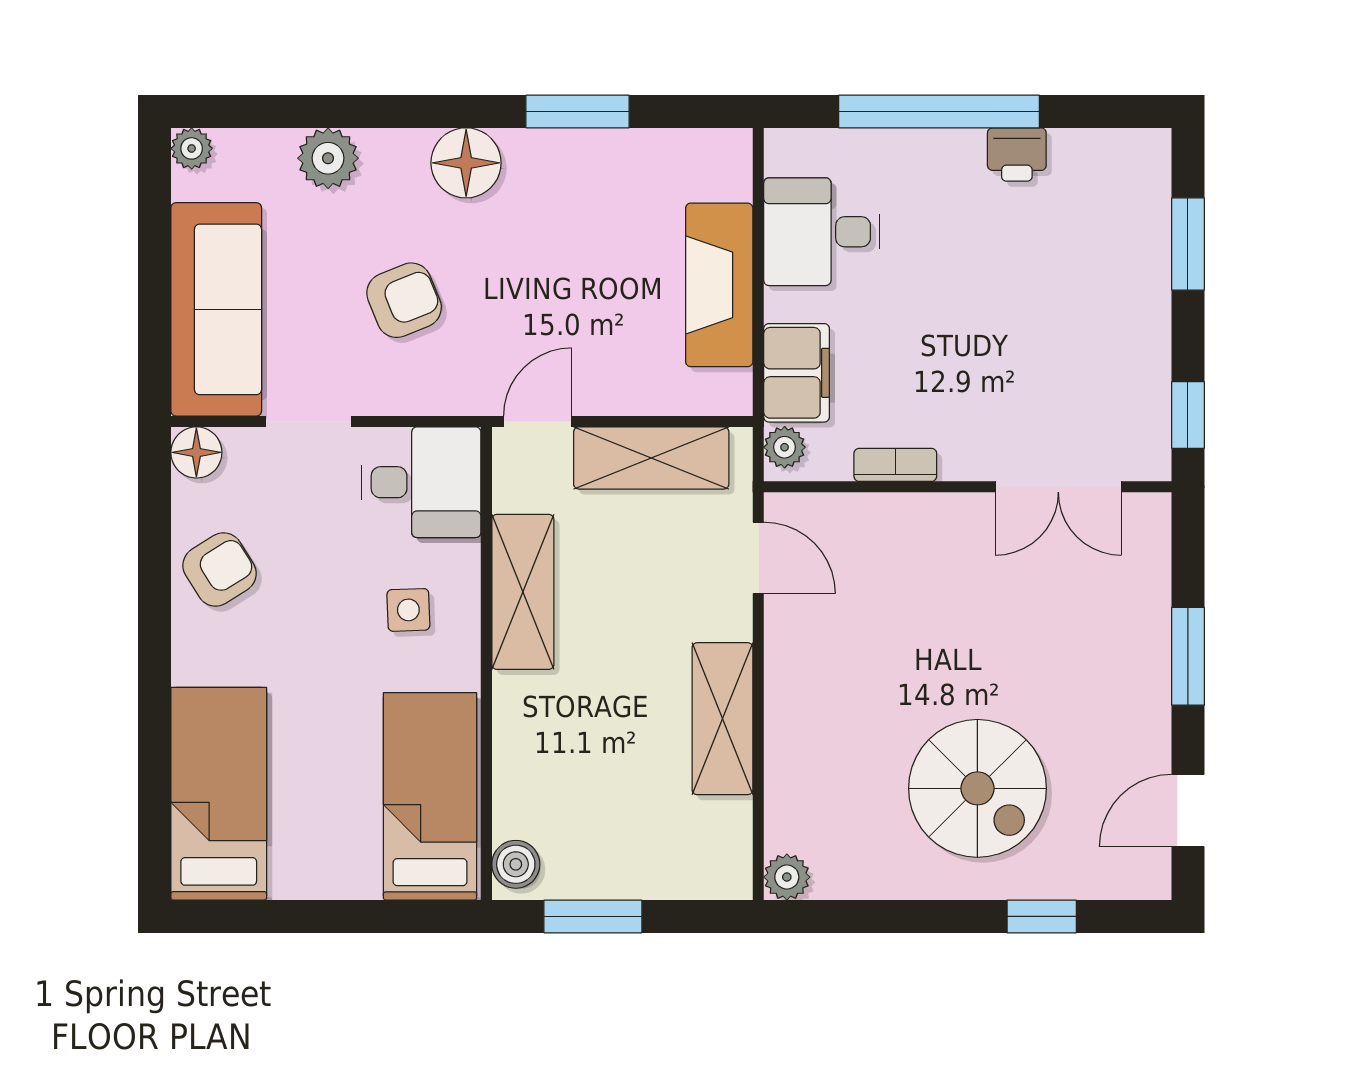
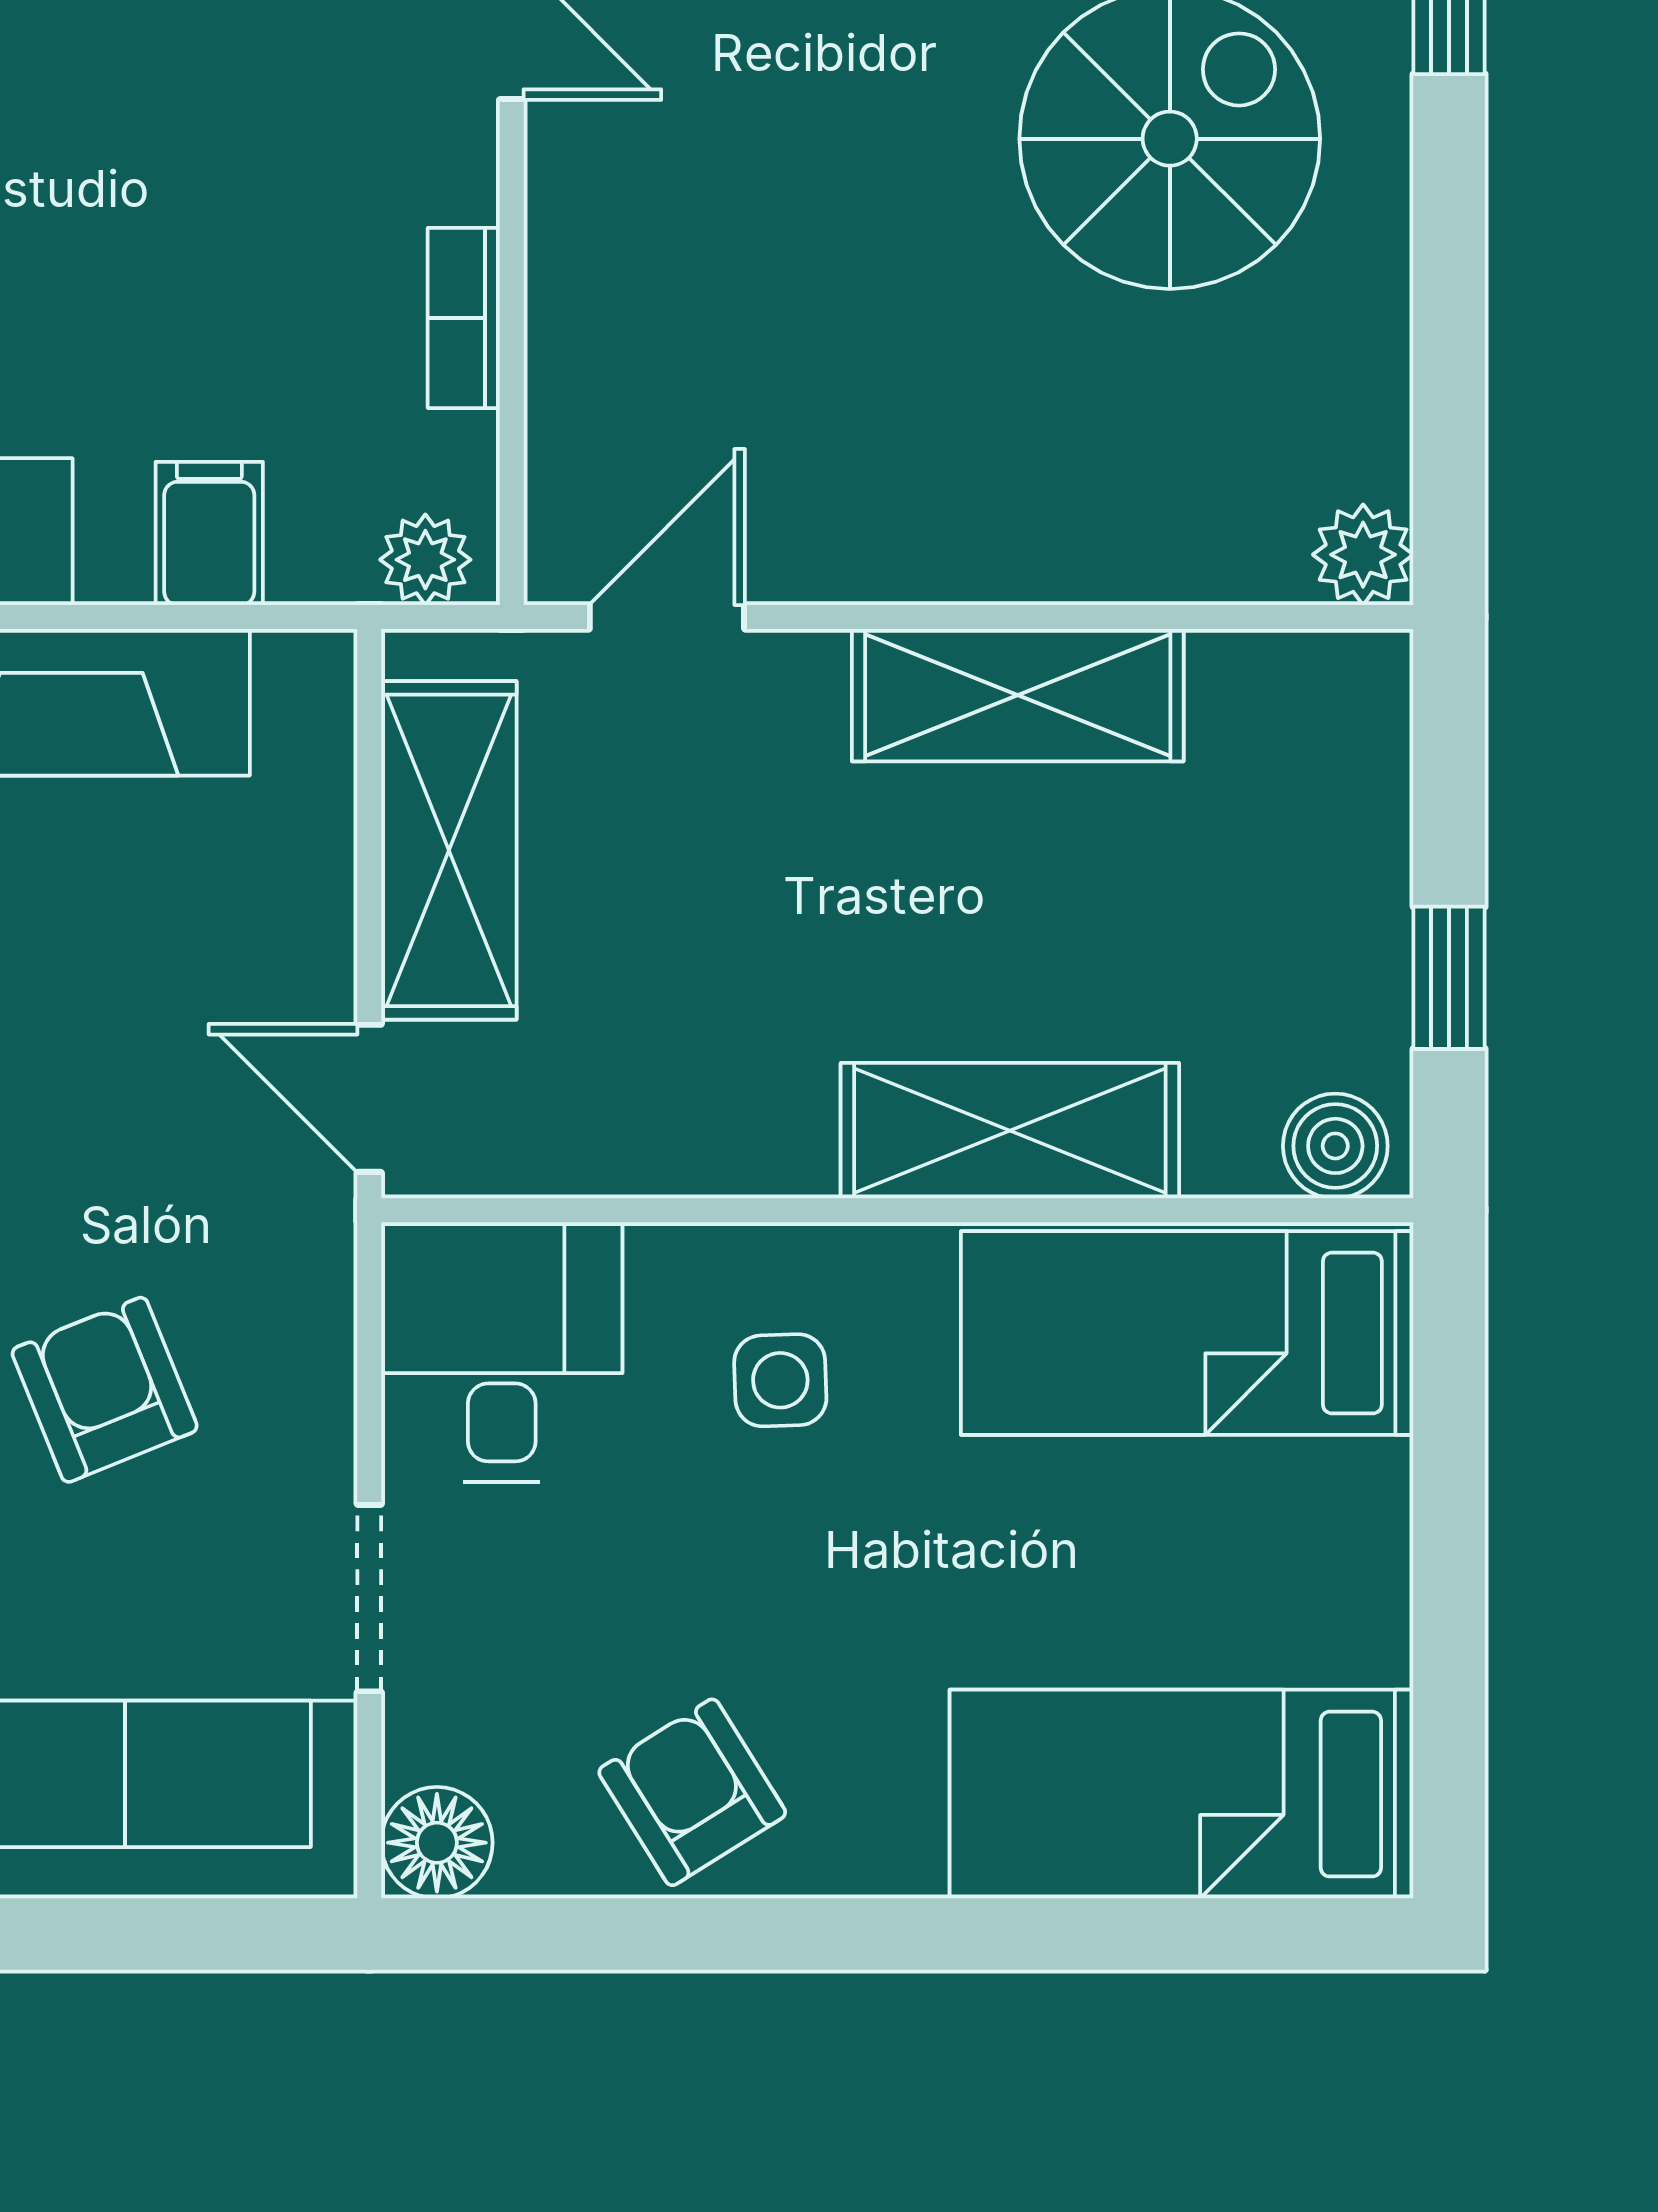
filing cabinet: (797, 373) -> (209, 533), width x0.50
shelving: (523, 592) -> (1010, 1131), moved
window: (593, 916) -> (1449, 978), width x0.67

